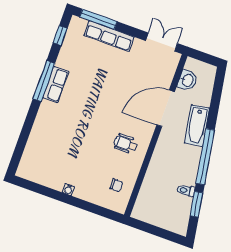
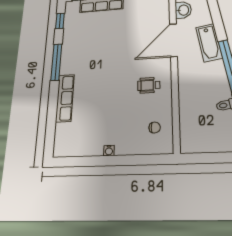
row of seats: (56, 85) -> (65, 98), moved, width x1.48

